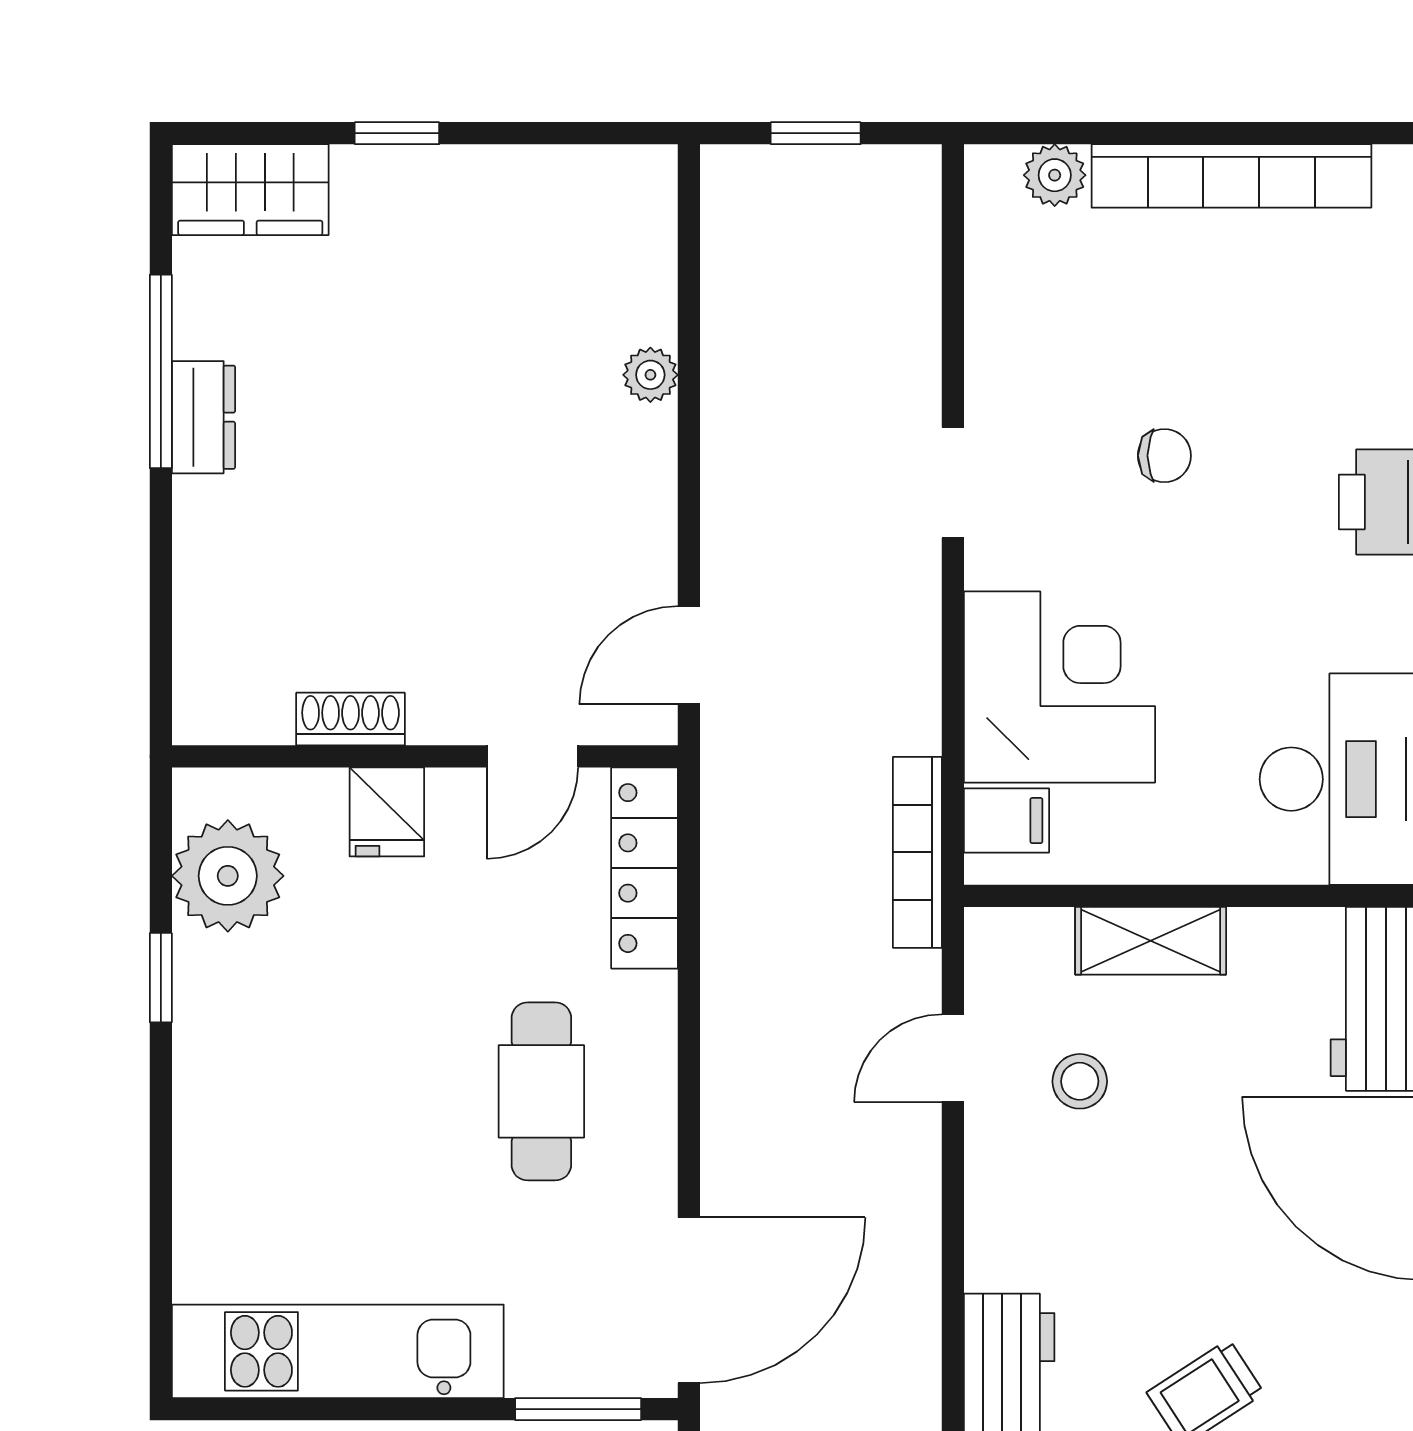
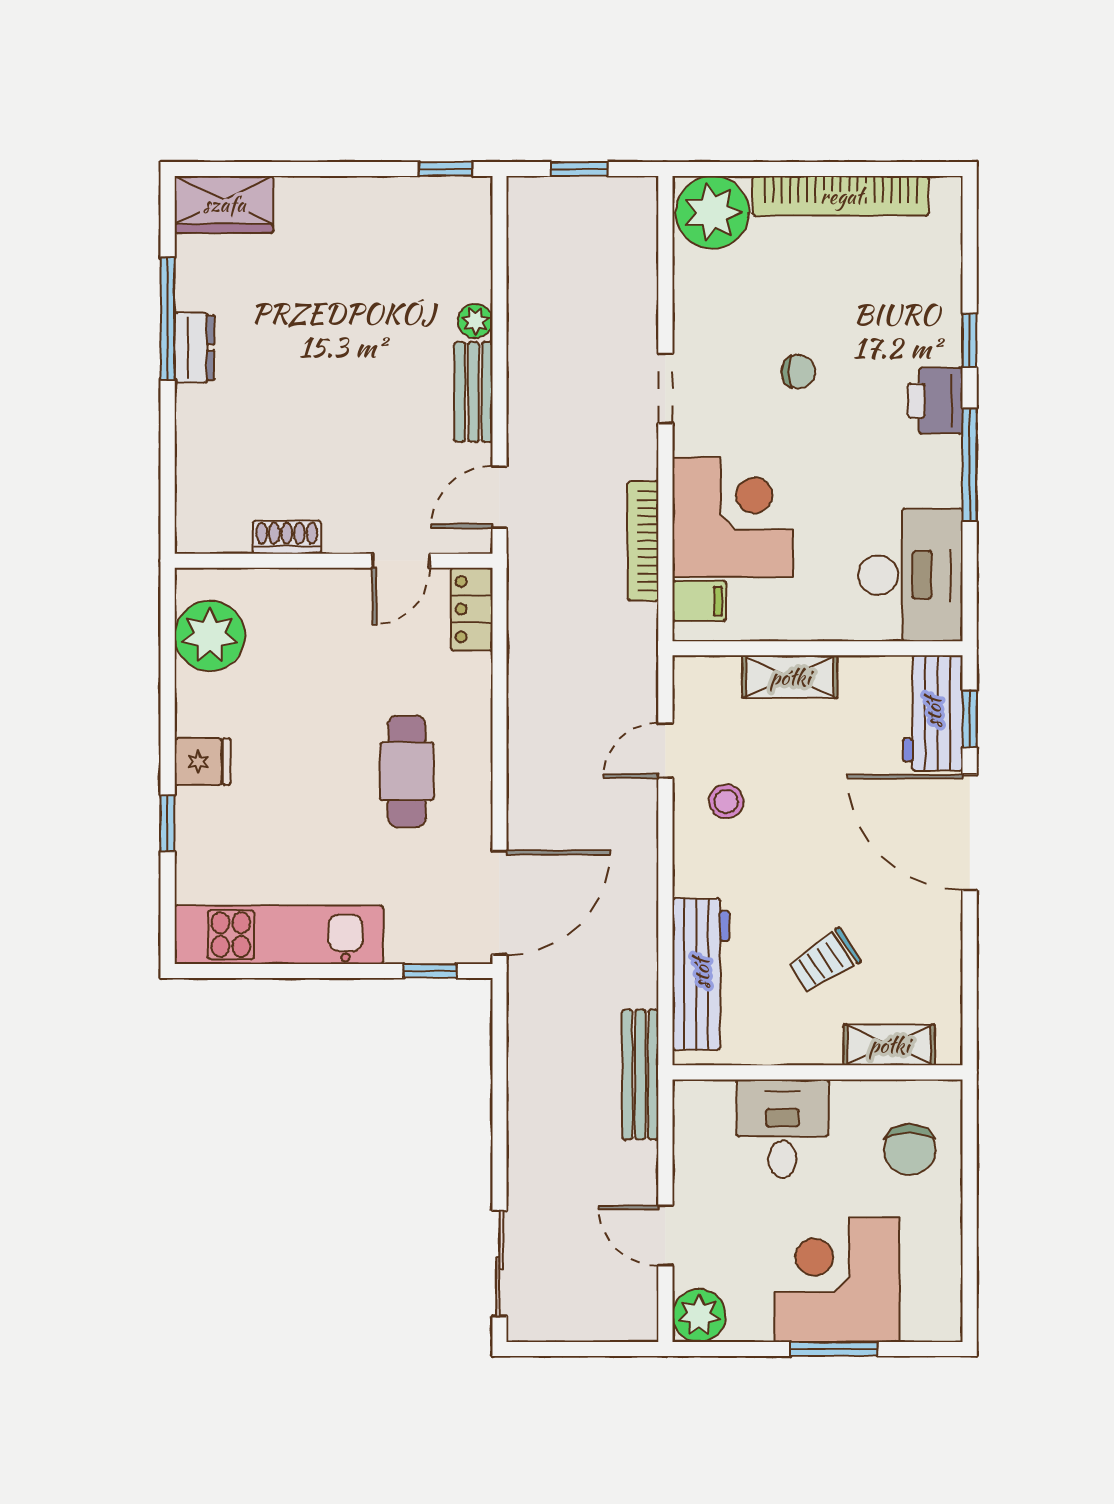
window: (397, 133) -> (446, 169), moved
plant: (1055, 175) -> (712, 212), width x1.88, depth x1.88
bench: (647, 488) -> (473, 392), added
fridge: (387, 812) -> (202, 762), moved, turned -90
bookcase: (917, 852) -> (643, 541), moved
locker: (645, 868) -> (472, 609), width x0.66
window: (161, 978) -> (168, 823), moved
stool: (1080, 1081) -> (726, 801), moved
window: (578, 1409) -> (430, 971), width x0.67

